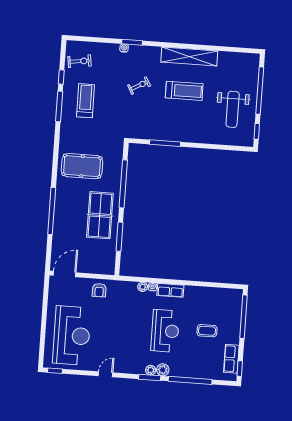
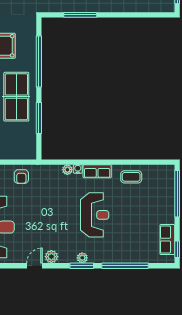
coffee table: (207, 331) -> (131, 177), moved
plant: (163, 370) -> (51, 257), moved

